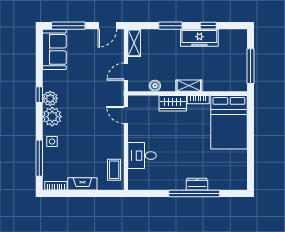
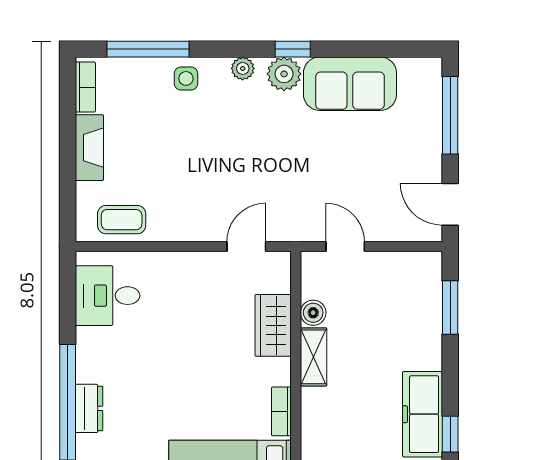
window: (170, 26) -> (450, 308), moved
shelving: (134, 43) -> (411, 265), removed
sofa: (54, 49) -> (350, 84), moved
shelving: (189, 86) -> (314, 357), moved
wardrobe: (173, 103) -> (273, 325), moved
plant: (52, 117) -> (243, 68), width x0.53, depth x0.53
desk: (142, 156) -> (108, 296), moved, turned -90

